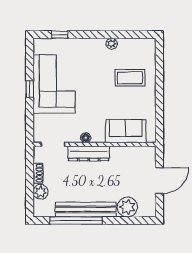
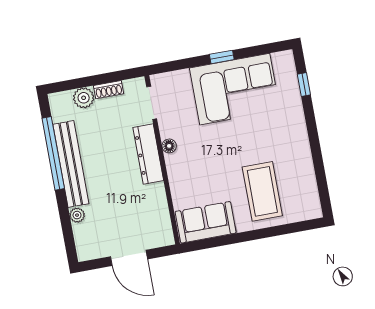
plant: (112, 44) -> (305, 158), removed
coffee table: (130, 78) -> (262, 191), width x1.36, depth x1.32
sofa: (126, 131) -> (206, 222), moved, turned -90
plant: (127, 207) -> (77, 215), width x0.53, depth x0.53

